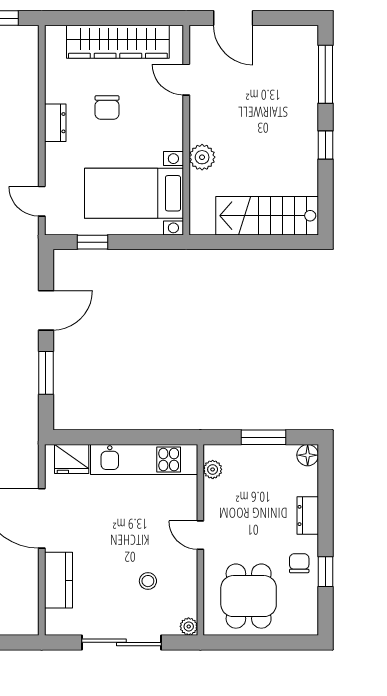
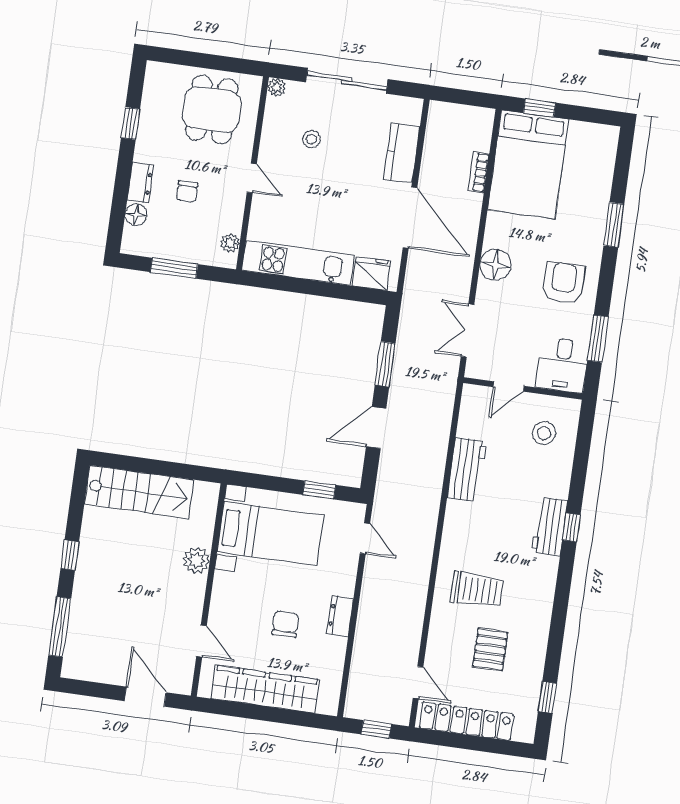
floor lamp: (308, 455) -> (136, 215), moved
chair: (299, 563) -> (187, 192), moved

